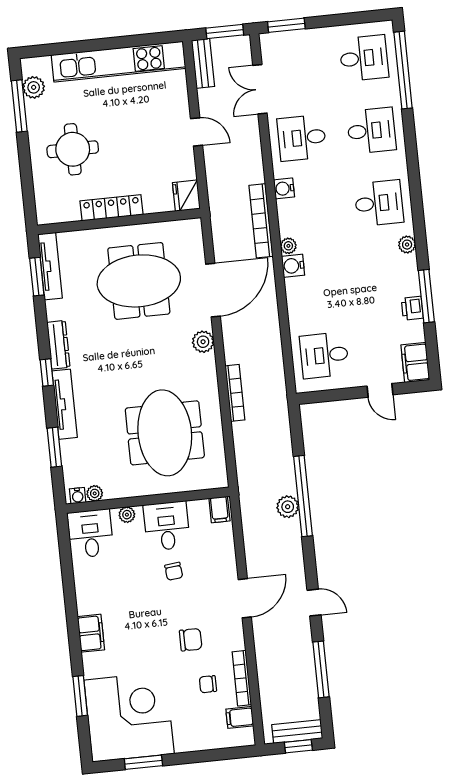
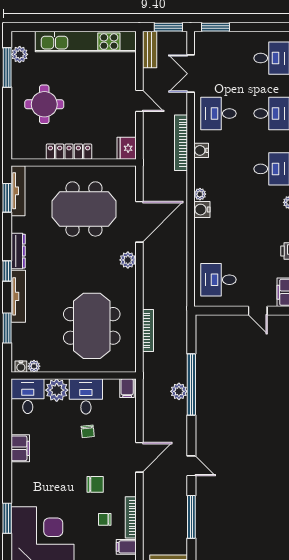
bookcase: (261, 221) -> (181, 143), moved
bookcase: (235, 393) -> (148, 330), moved
plant: (127, 515) -> (57, 390), width x1.87, depth x1.87
filing cabinet: (91, 633) -> (20, 448), moved

